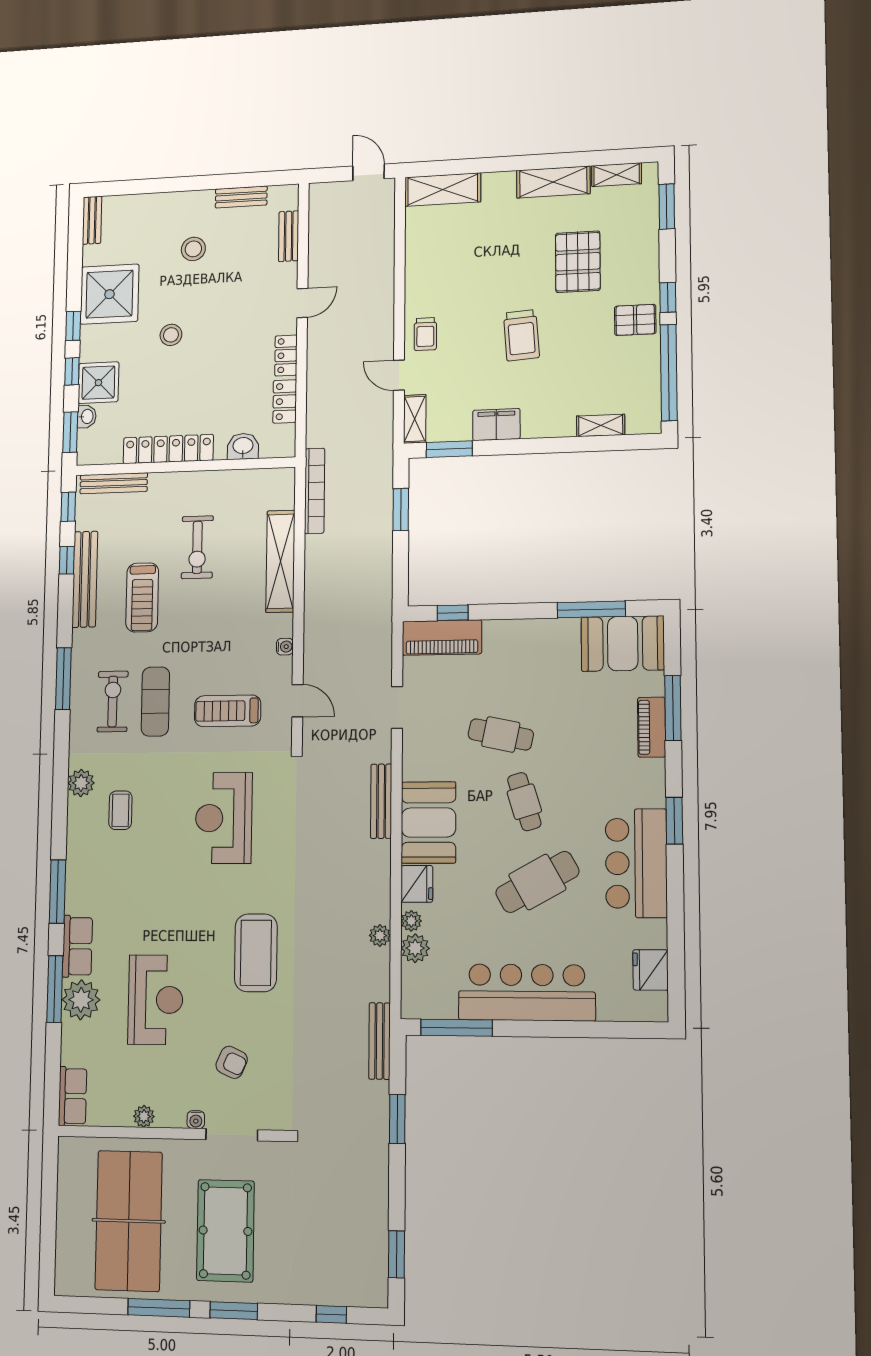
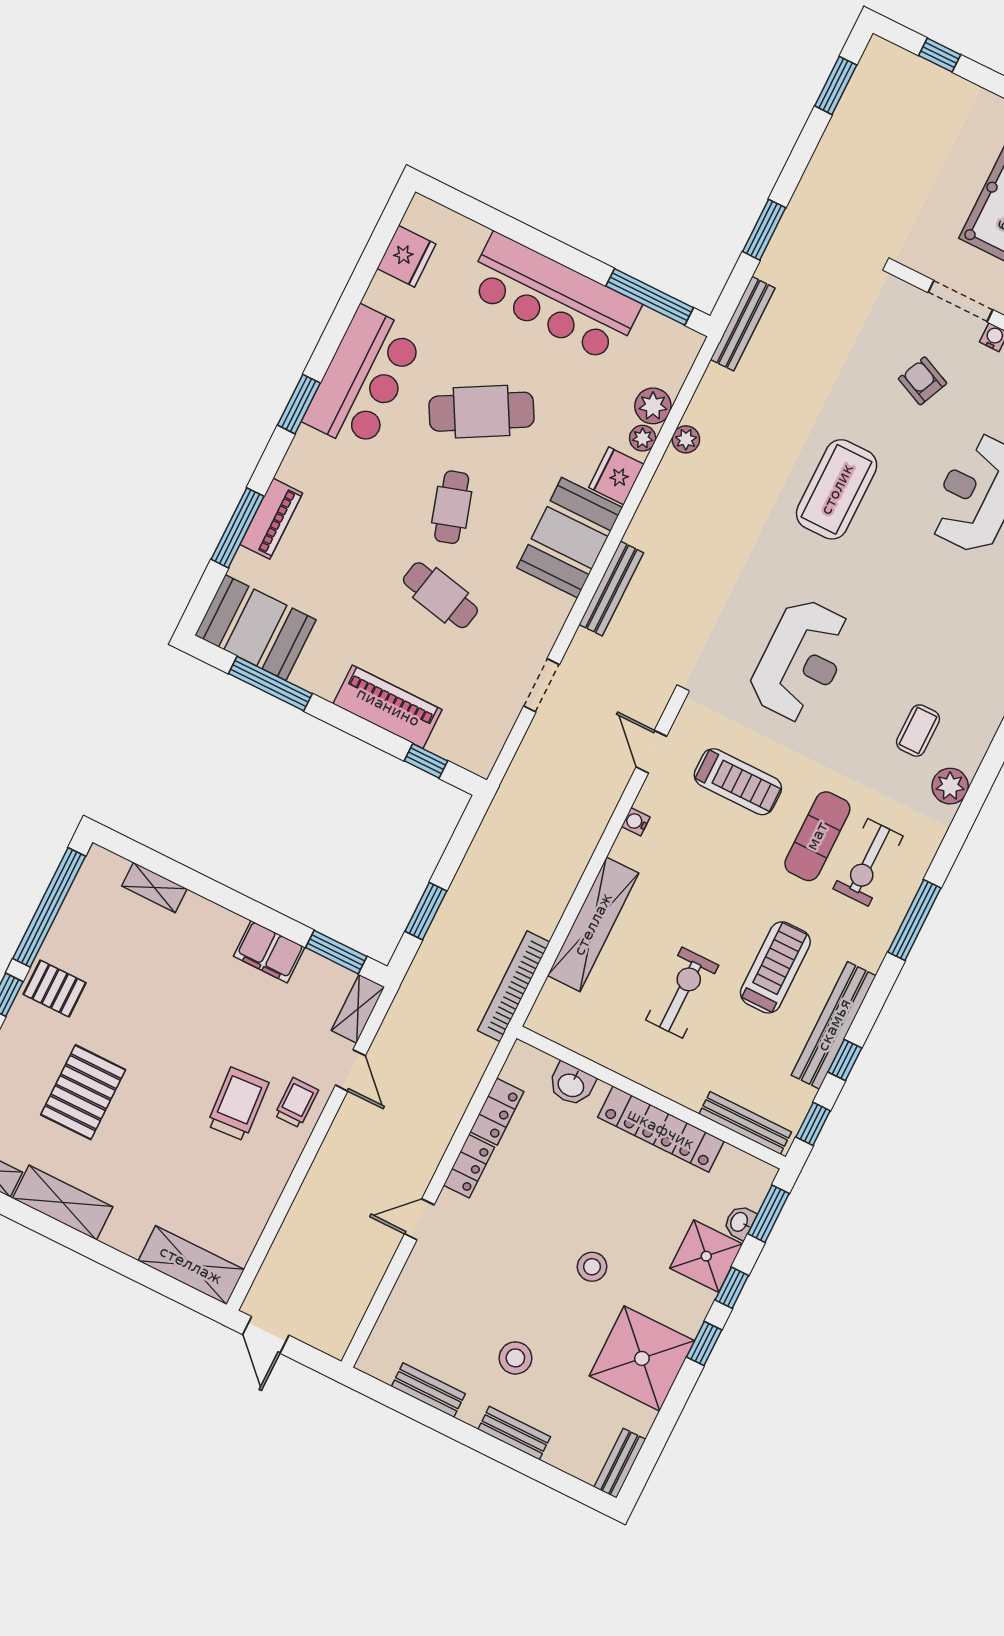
bench: (289, 236) -> (514, 1433), moved, turned 90
trolley: (521, 335) -> (238, 1104), moved
piano: (442, 638) -> (388, 707), moved

